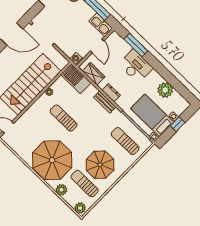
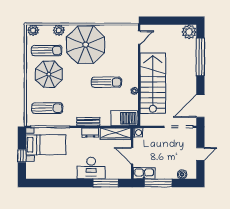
wardrobe: (94, 74) -> (116, 134), width x1.50
plant: (165, 90) -> (54, 171), removed

